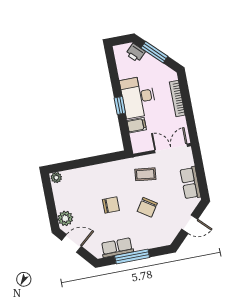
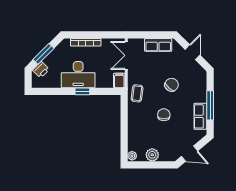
filing cabinet: (137, 125) -> (119, 80), moved
coffee table: (145, 174) -> (137, 93), moved
chair: (147, 207) -> (172, 85), turned -82
plant: (65, 218) -> (152, 155), moved
door: (72, 243) -> (190, 154), swing flipped

